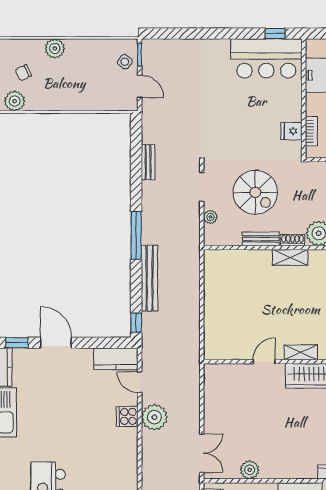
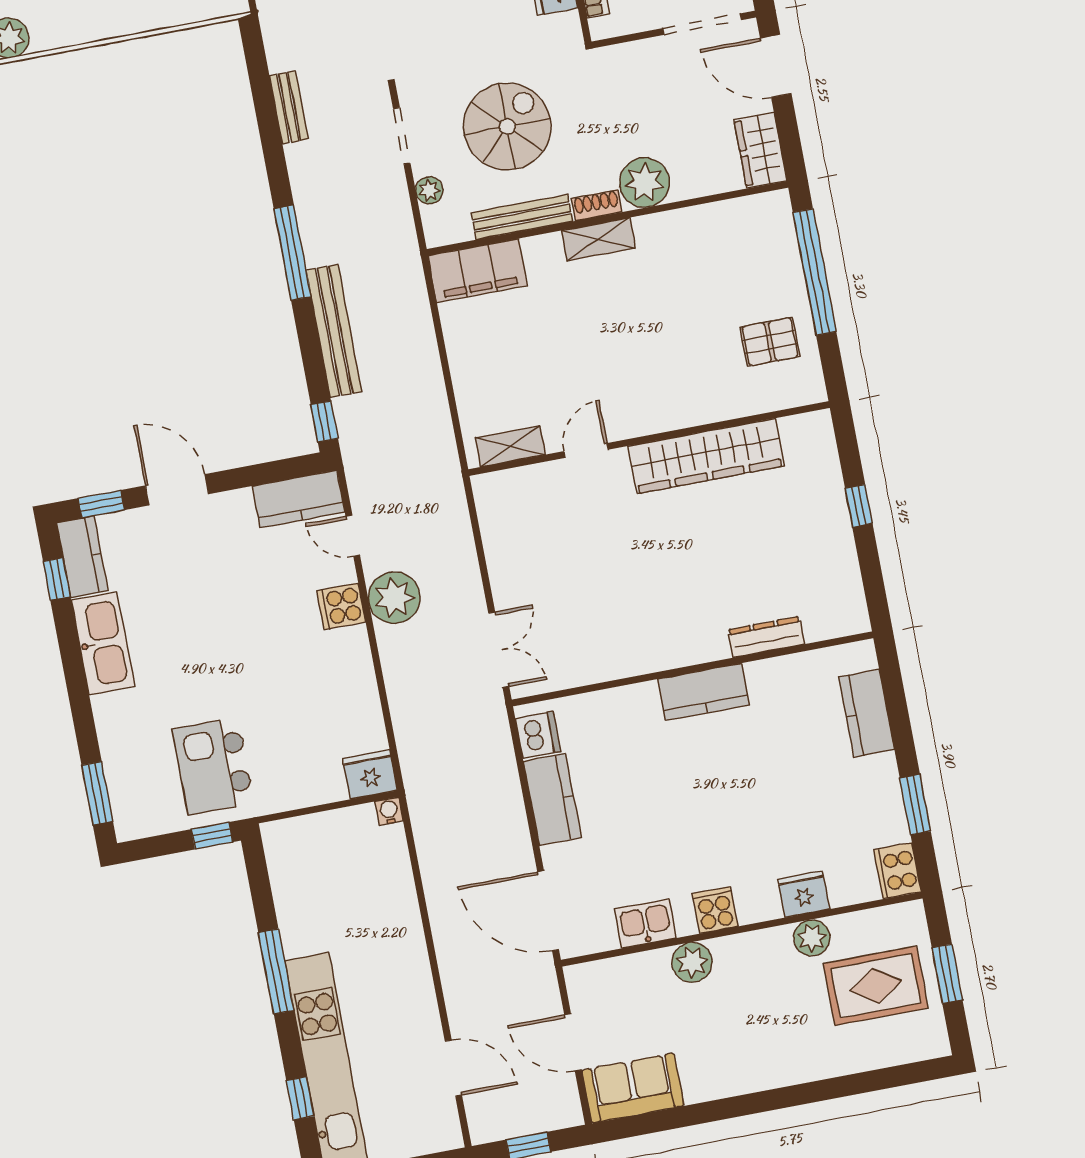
spiral stairs: (255, 192) -> (507, 126), turned -90
bench: (261, 239) -> (522, 217), width x1.36
filing cabinet: (227, 262) -> (478, 271), added
shelving: (301, 352) -> (510, 446), moved
plant: (250, 470) -> (598, 665), removed

